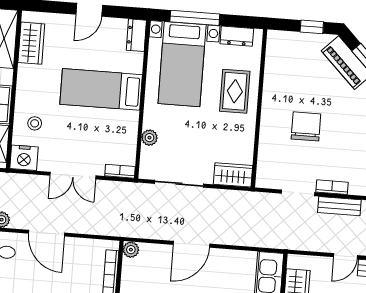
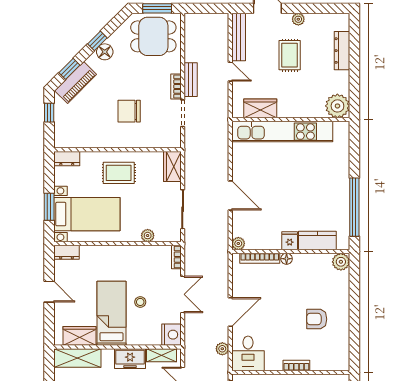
window: (195, 18) -> (49, 207), width x0.69
dresser: (237, 36) -> (67, 159), moved, turned 90
bed: (101, 89) -> (111, 313), moved, turned 180
rug: (235, 91) -> (119, 173), moved
stool: (35, 123) -> (140, 302), moved

